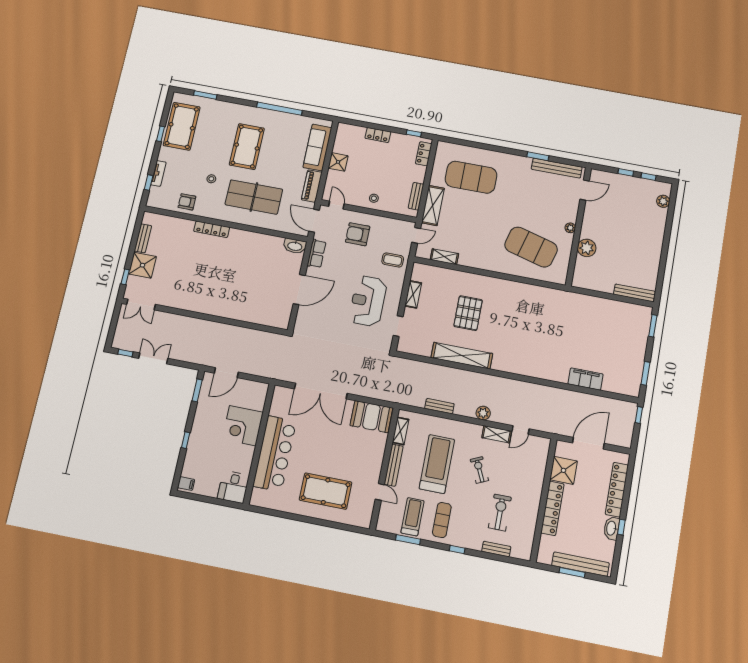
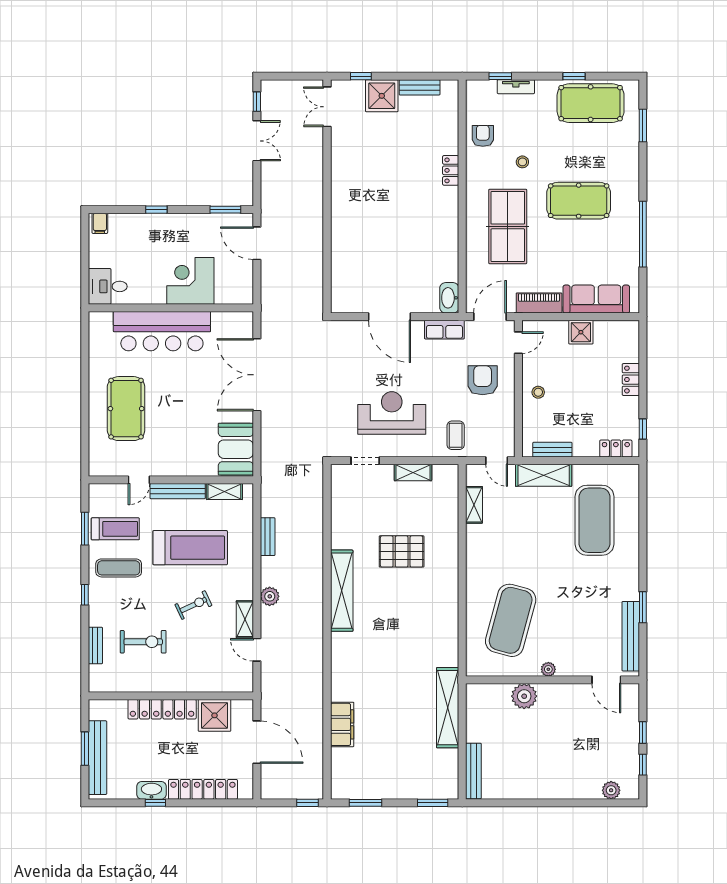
locker: (212, 229) -> (451, 170), width x0.66
shelving: (586, 302) -> (448, 708), added
shelving: (462, 356) -> (342, 591), moved

